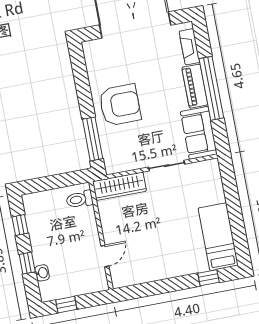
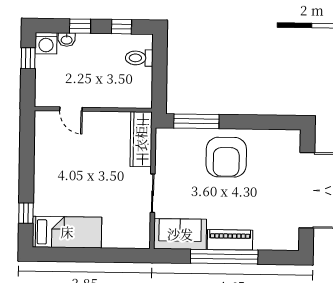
fireplace: (189, 47) -> (272, 243), removed
toilet: (80, 199) -> (139, 58), moved, turned -90
washing machine: (49, 291) -> (46, 43), added

